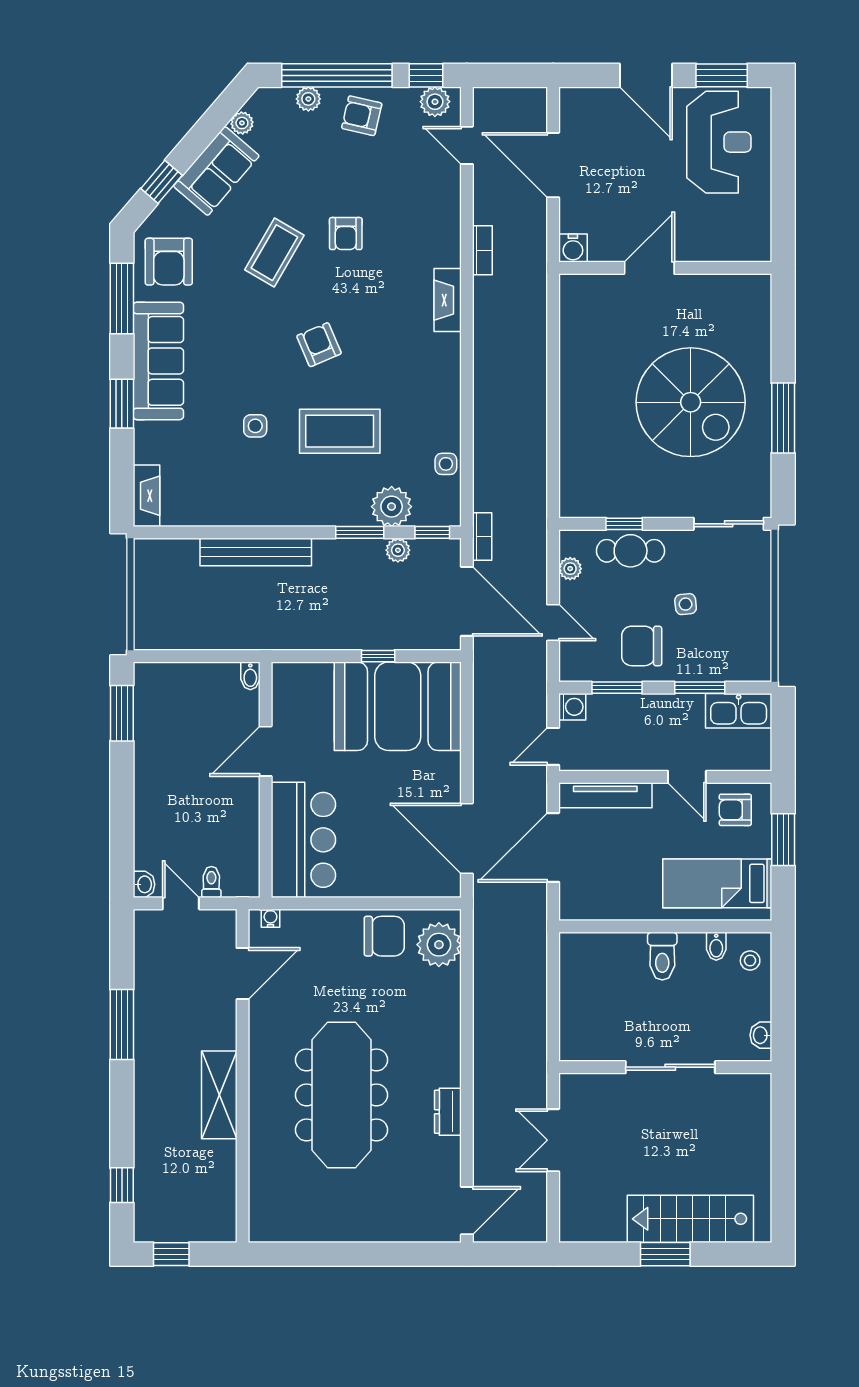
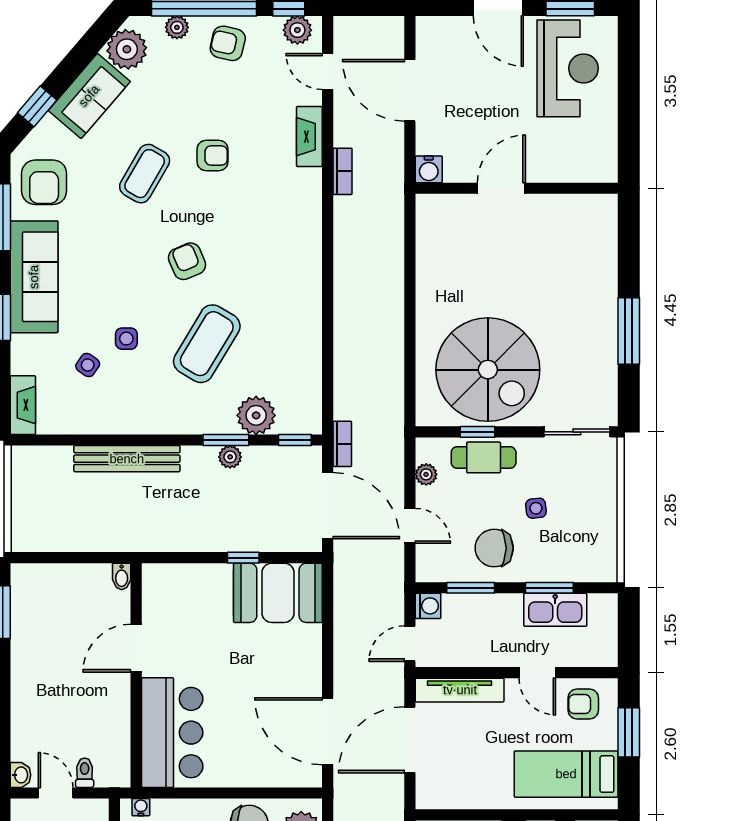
plant: (242, 123) -> (127, 49), width x1.88, depth x1.88
armchair: (346, 234) -> (212, 156), turned -90
fireplace: (448, 300) -> (309, 137), moved
spiral stairs: (691, 402) -> (488, 370), moved
coffee table: (340, 431) -> (207, 344), turned -59
side table: (446, 464) -> (88, 365), moved, turned 35
plant: (398, 550) -> (230, 457), moved
booth: (398, 706) -> (278, 593), width x0.73, depth x0.70
kitchen sink: (739, 711) -> (555, 610), moved

